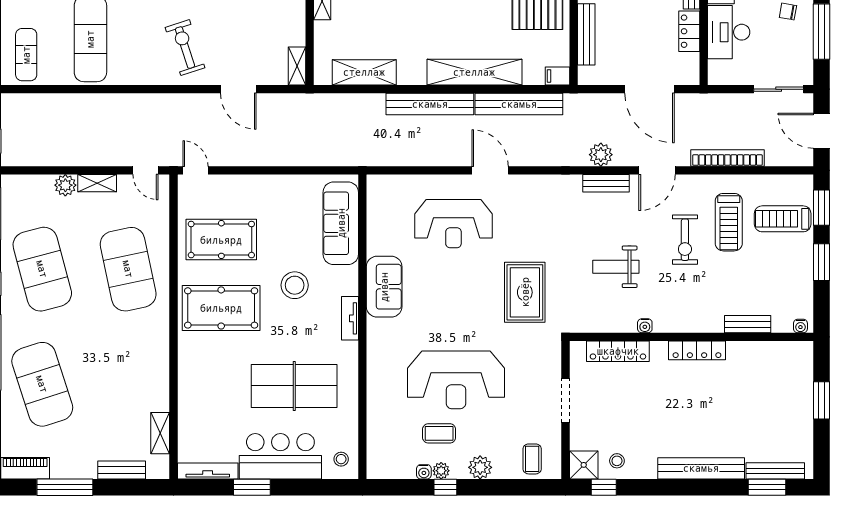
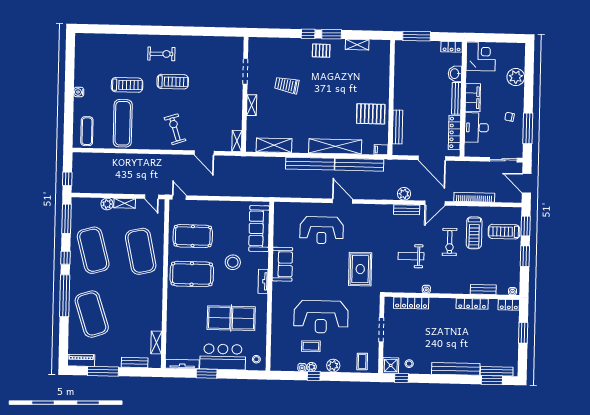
locker: (689, 31) -> (454, 132), width x1.53
locker: (697, 350) -> (472, 304), moved
locker: (794, 351) -> (509, 305), added

